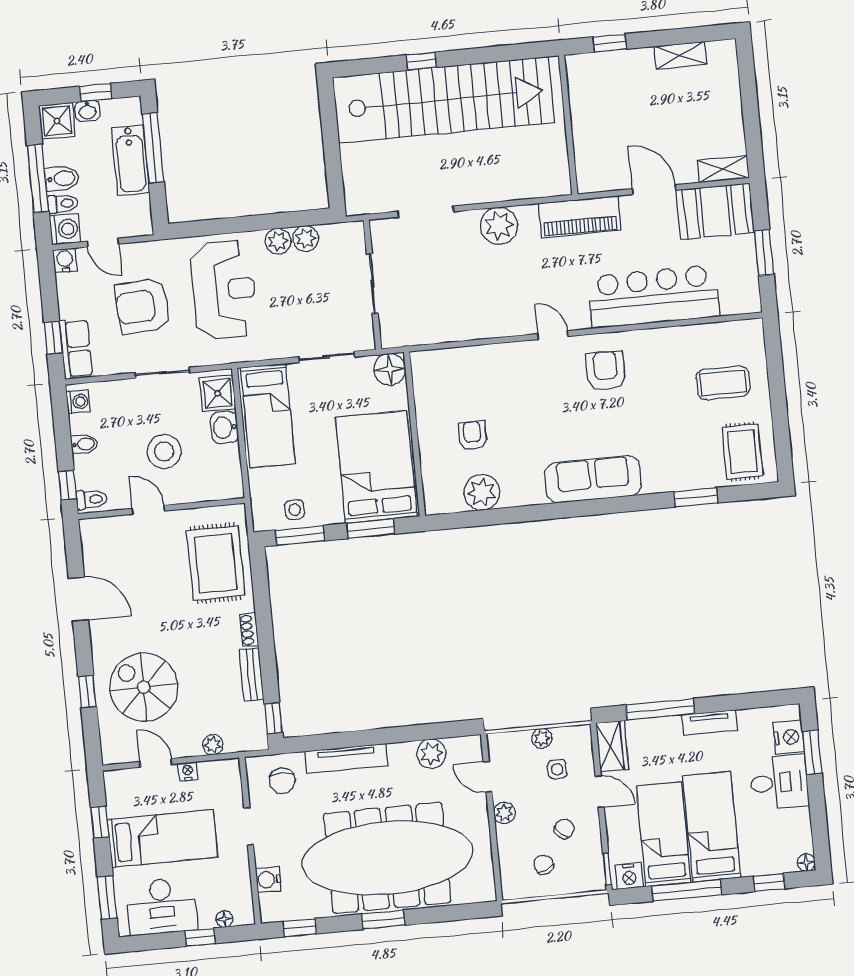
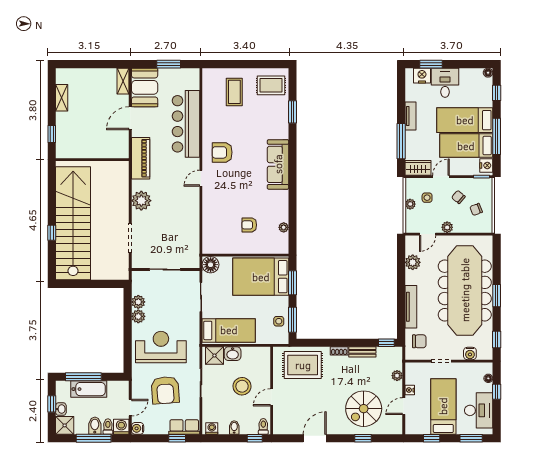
plant: (482, 492) -> (284, 227), width x0.53, depth x0.53

